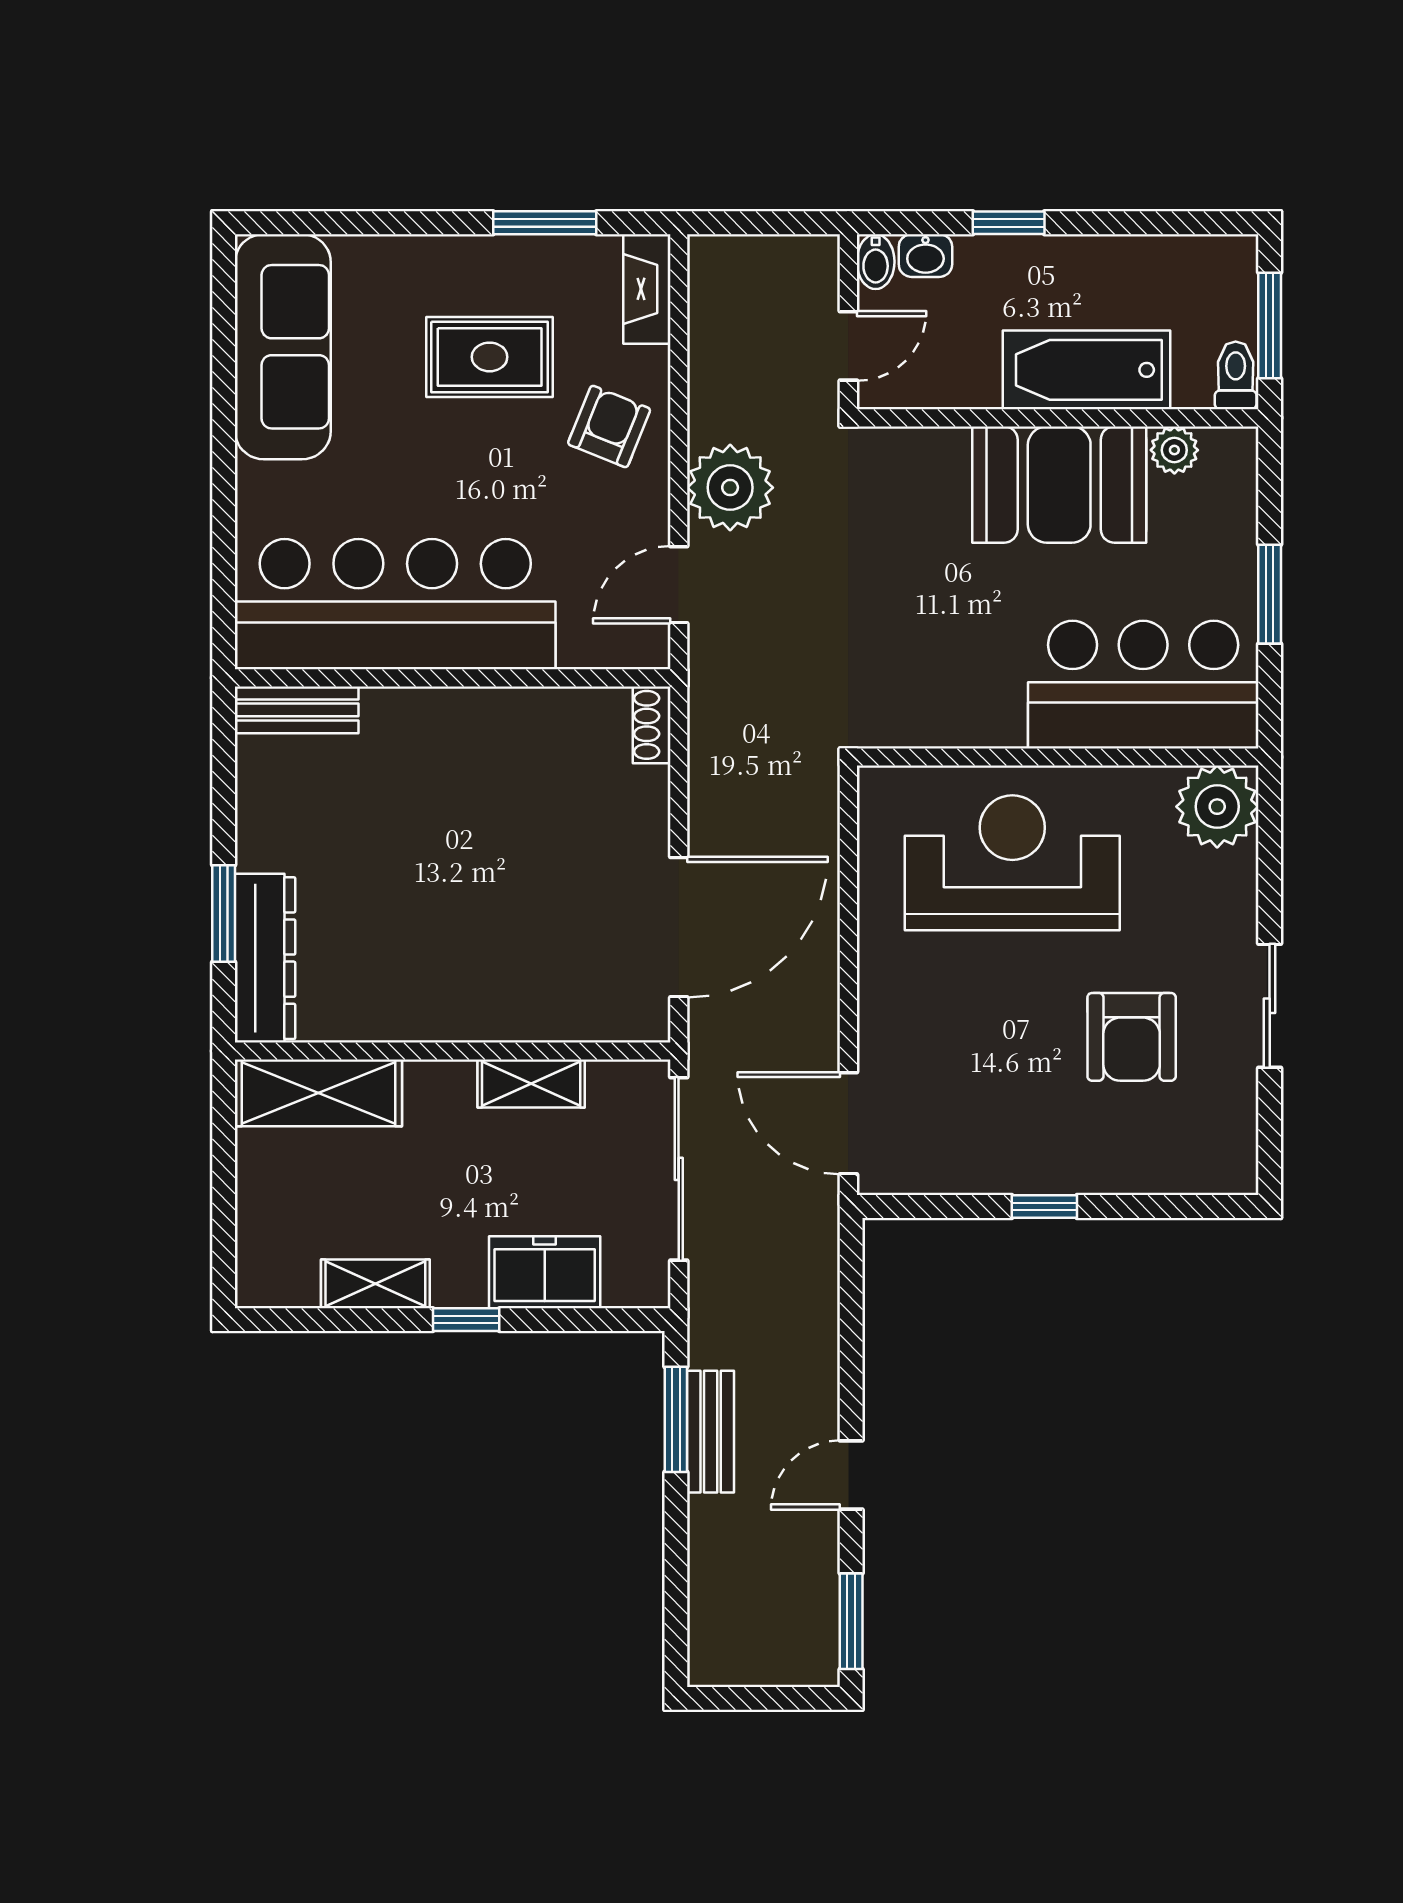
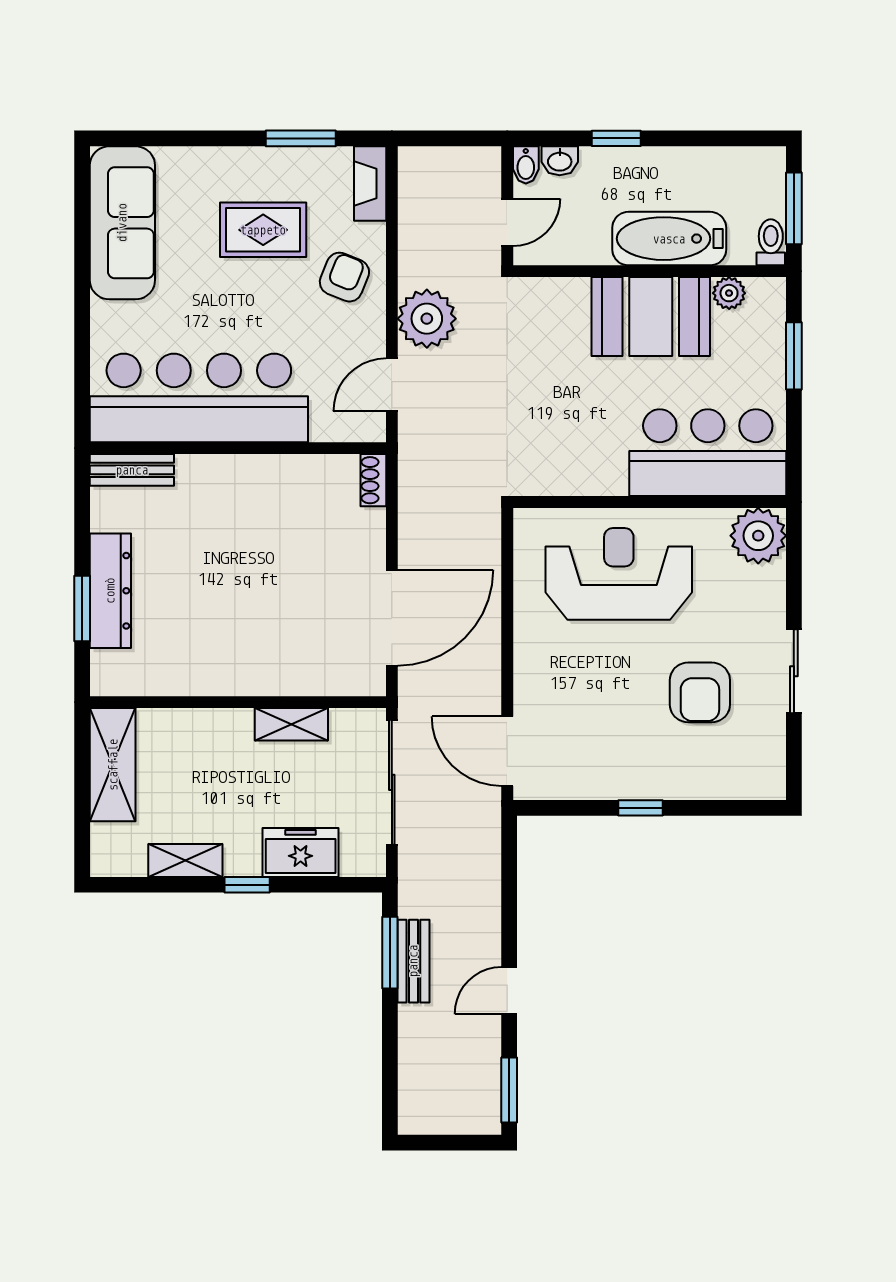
window: (1270, 594) -> (794, 356), moved
dresser: (265, 958) -> (110, 591), moved
shelving: (318, 1093) -> (113, 765), moved, turned 90

